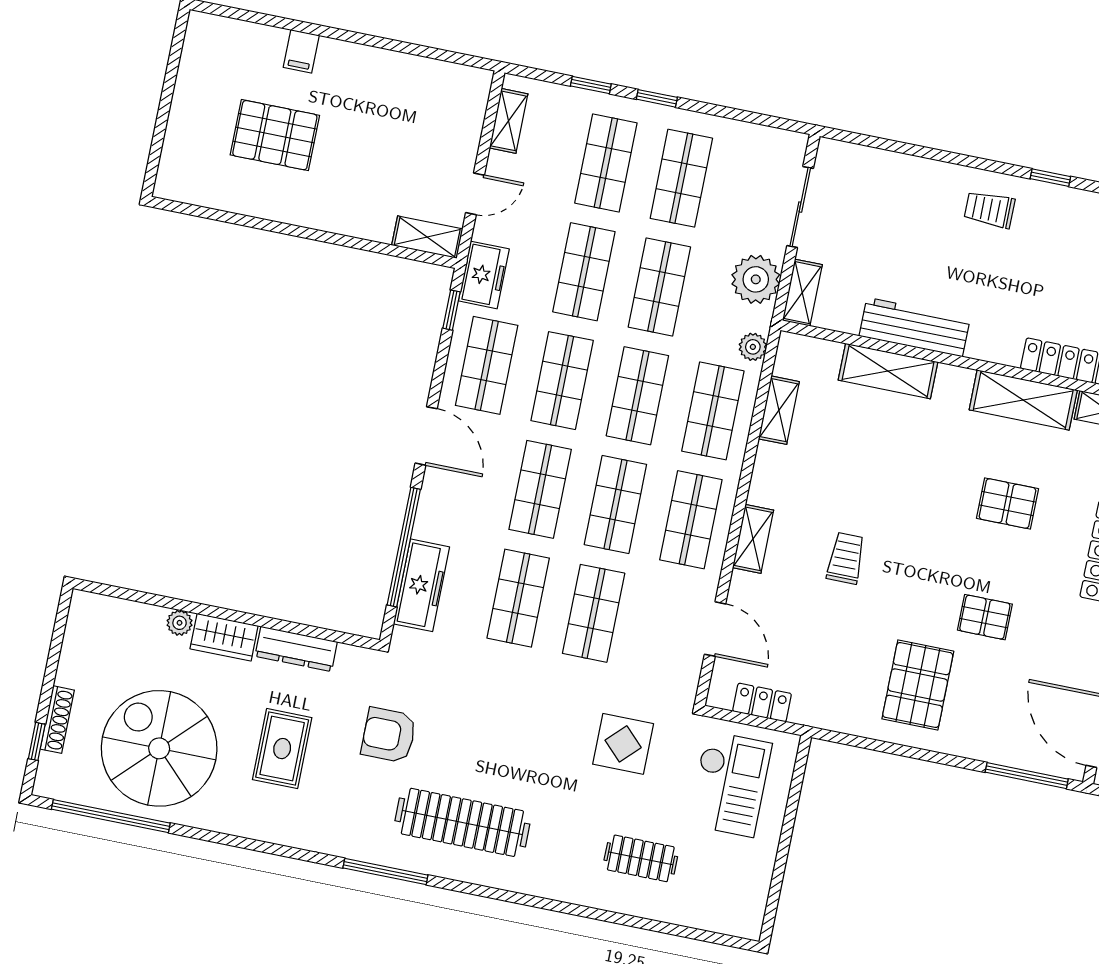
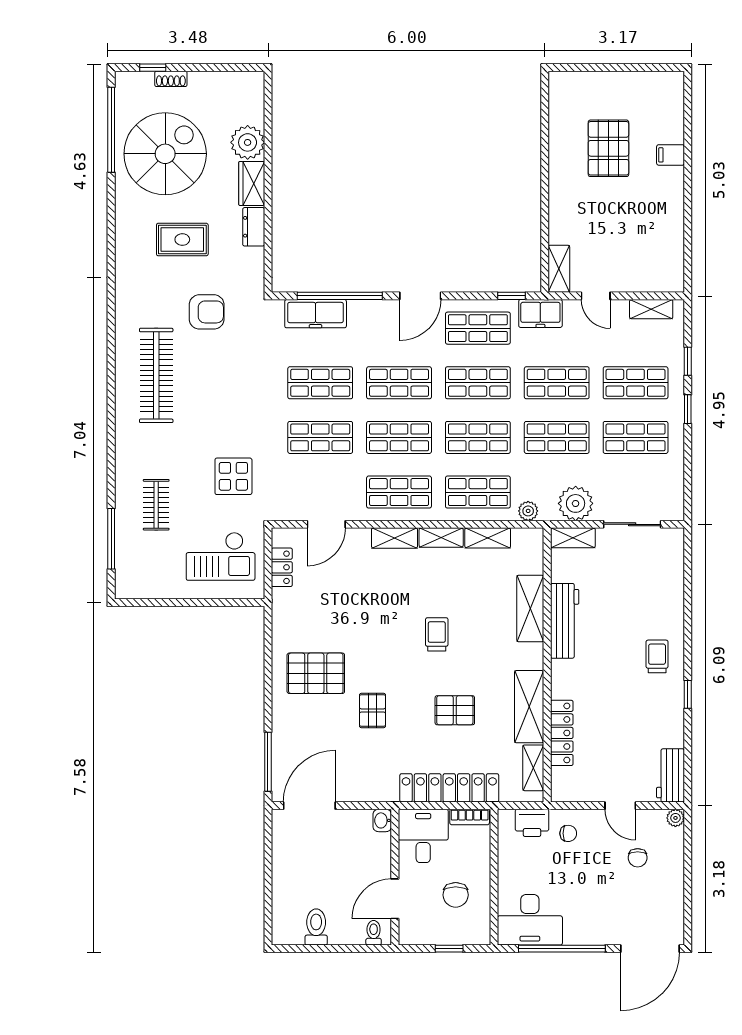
shelving: (765, 474) -> (441, 538), added
pallet: (1008, 503) -> (455, 710), turned 90
trolley: (846, 558) -> (437, 634), moved, turned -90
plant: (180, 623) -> (248, 142), width x1.87, depth x1.87
dresser: (296, 649) -> (254, 227), width x0.70
shoe rack: (57, 720) -> (171, 79), width x0.70
armchair: (389, 735) -> (207, 312), turned 90
window: (385, 872) -> (111, 539), moved

